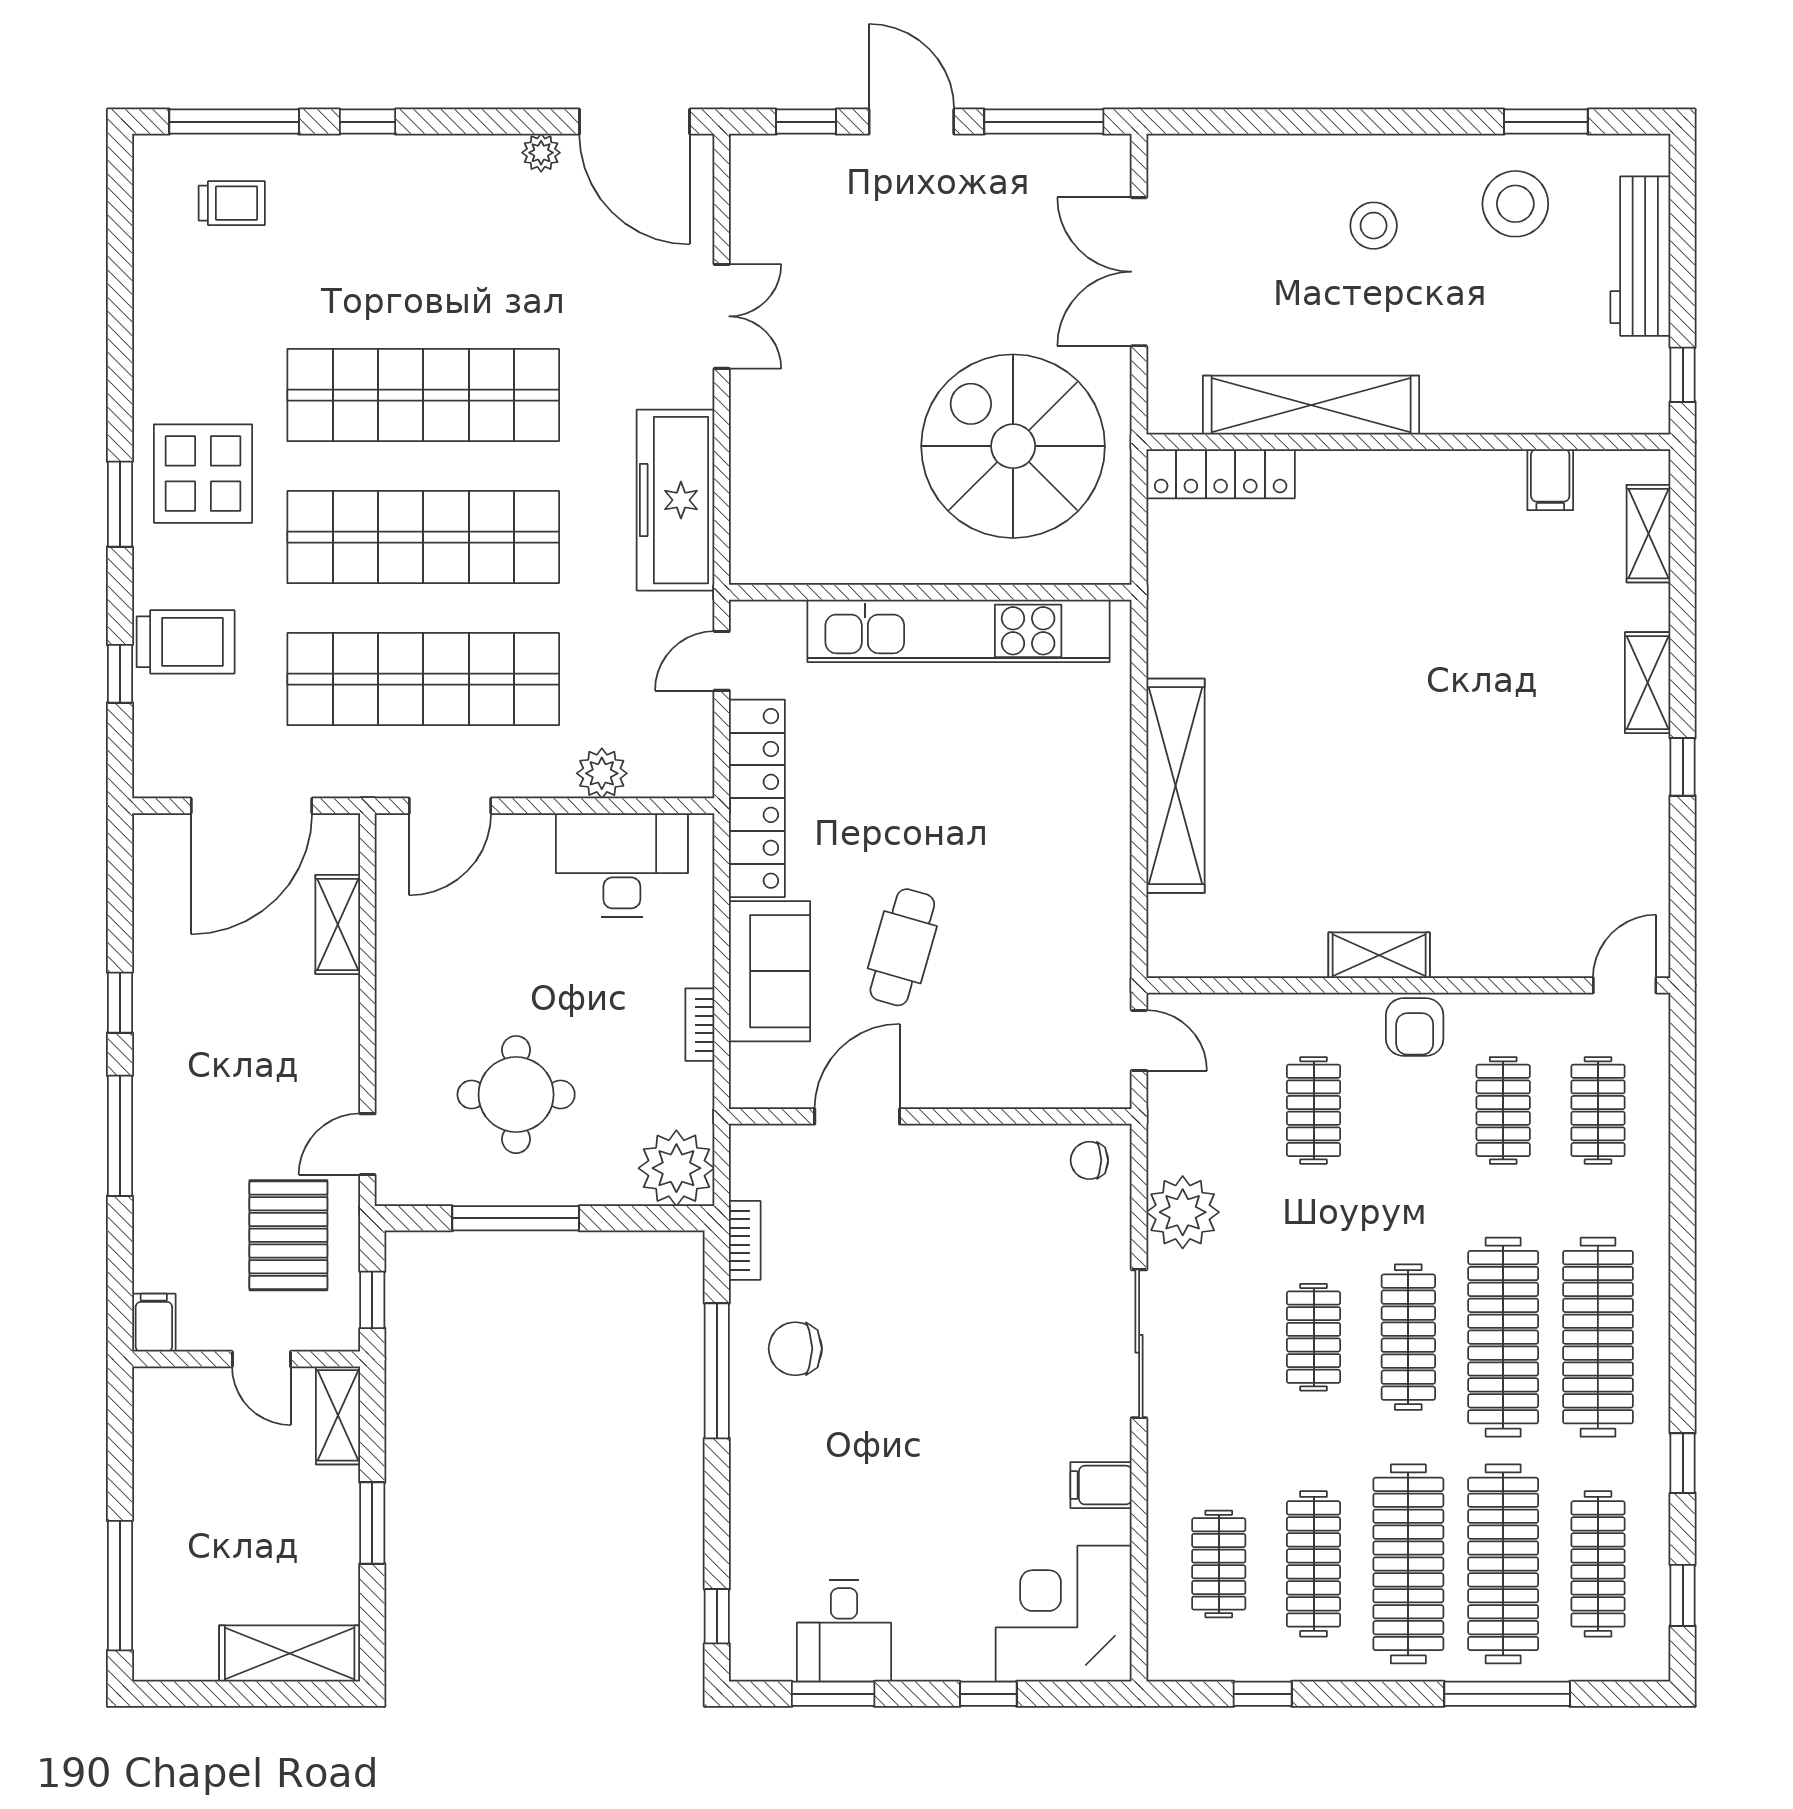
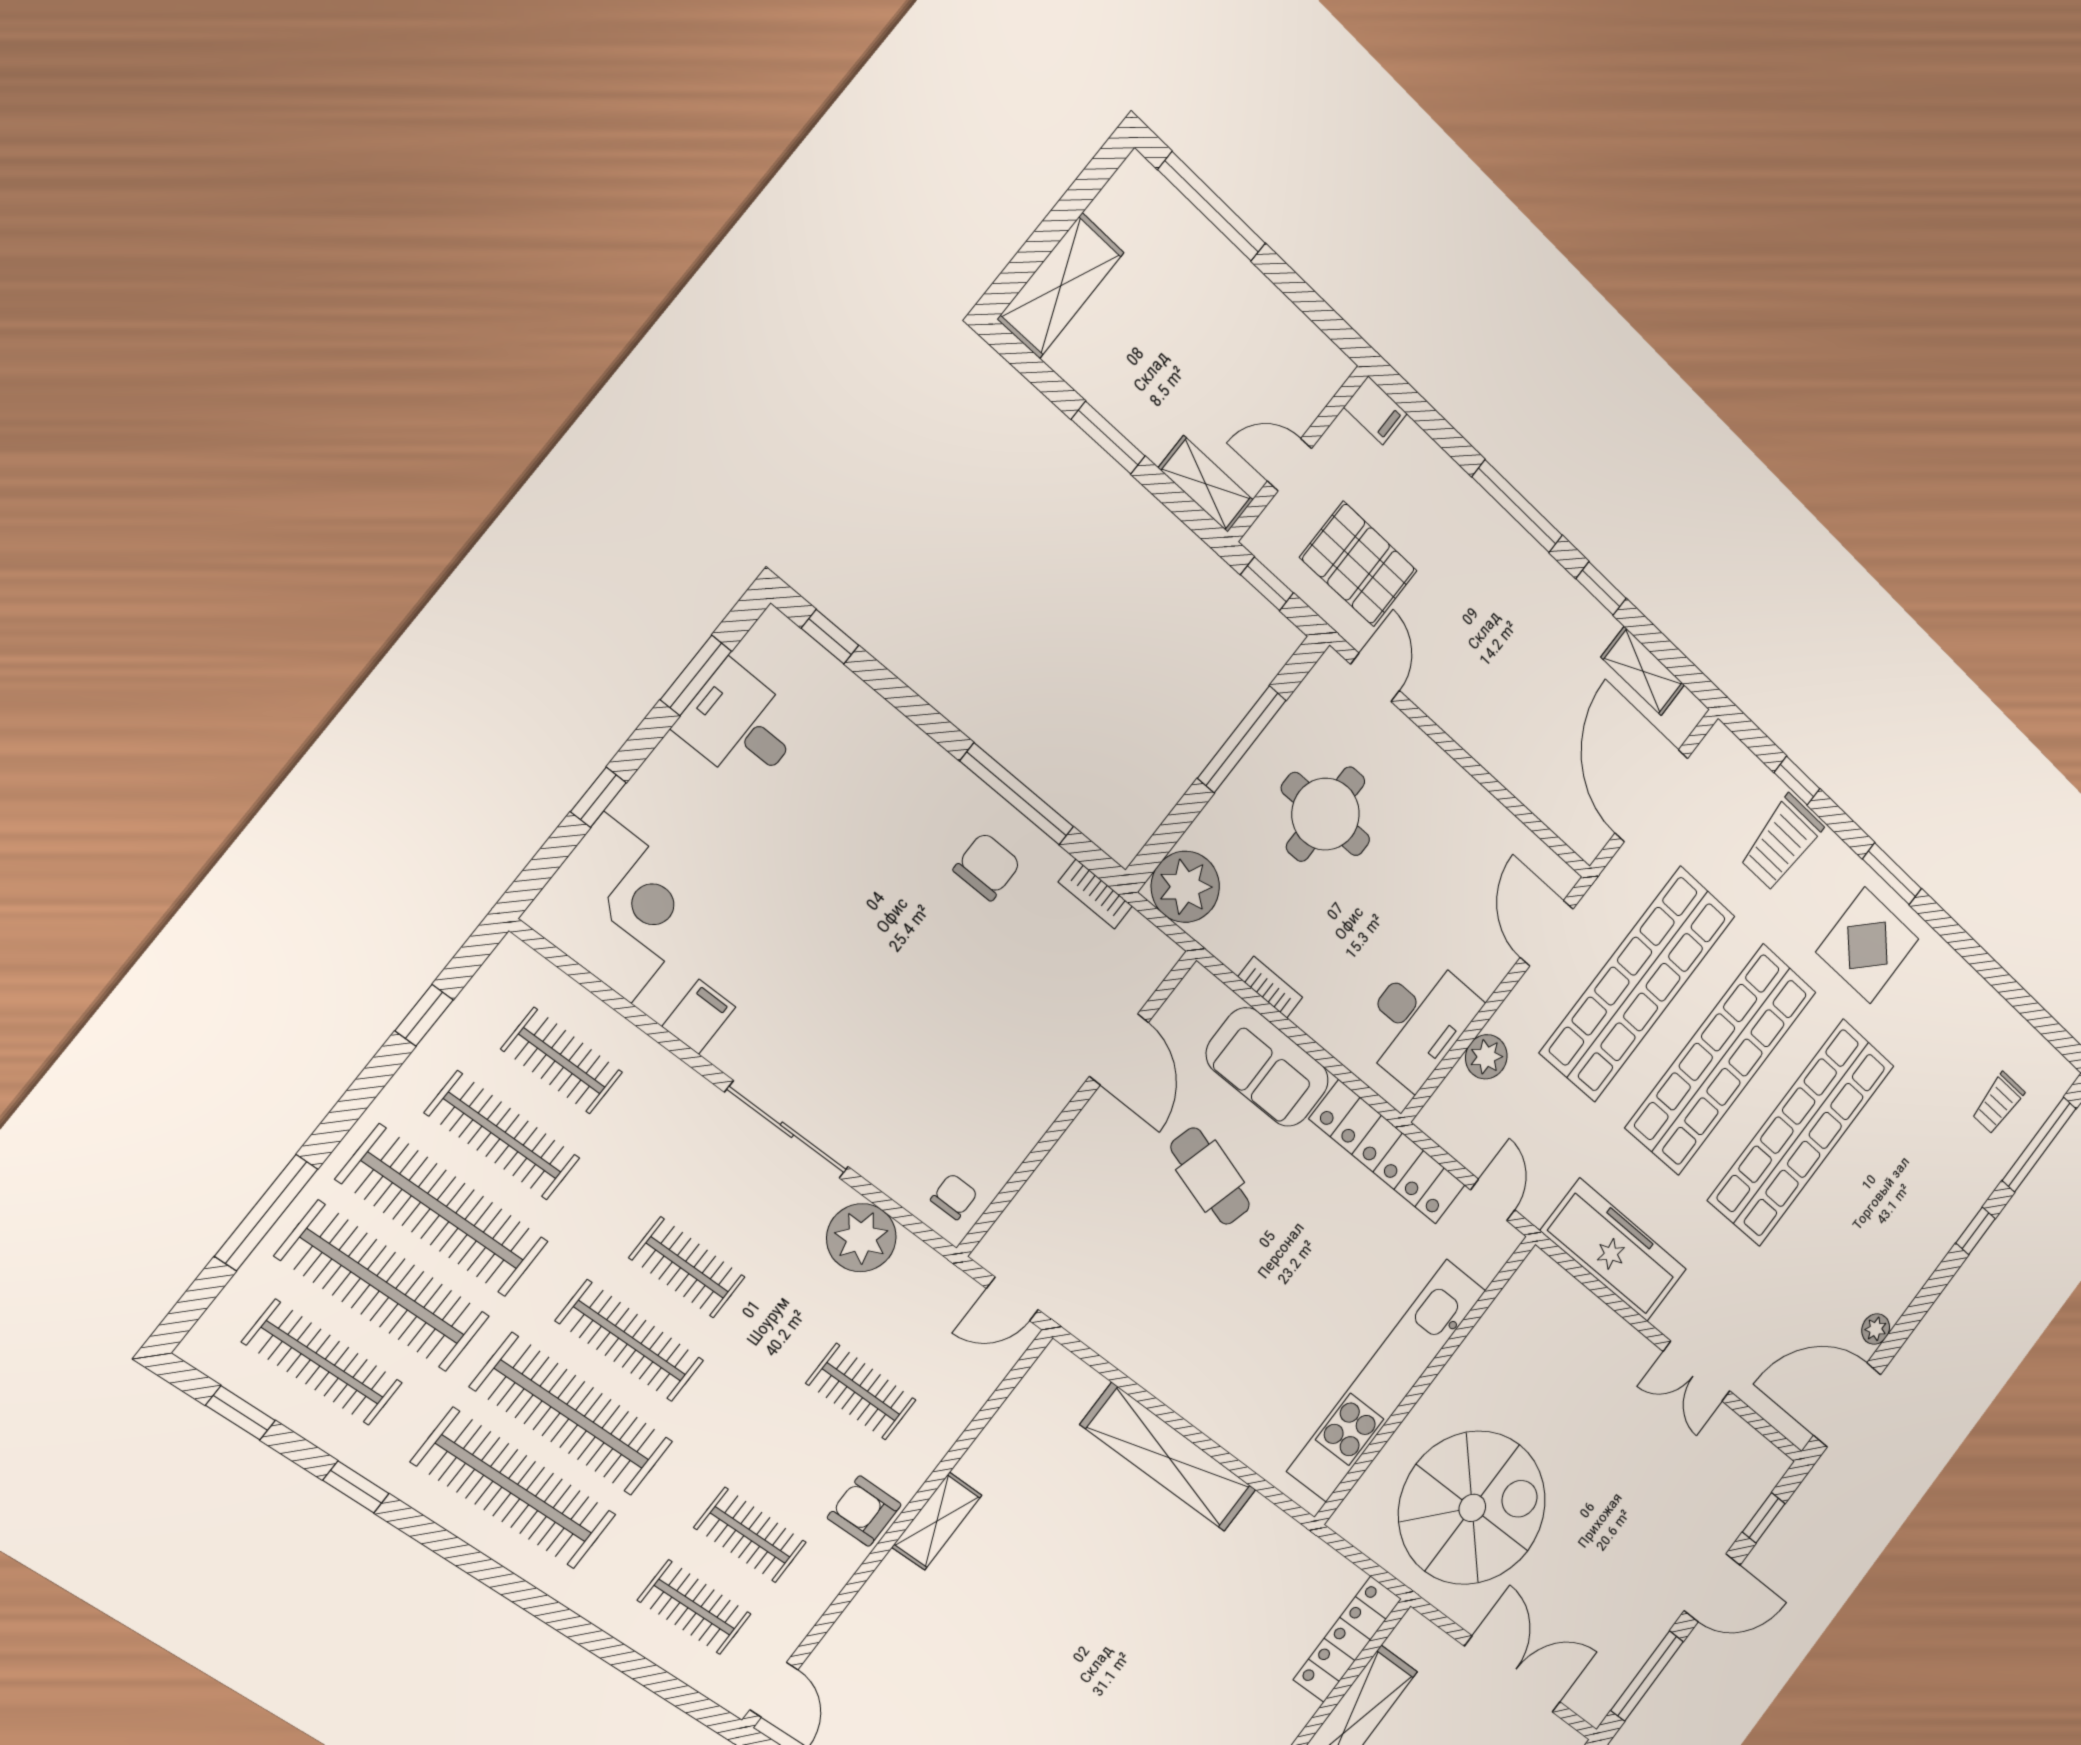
shelving: (338, 924) -> (1643, 671), moved

